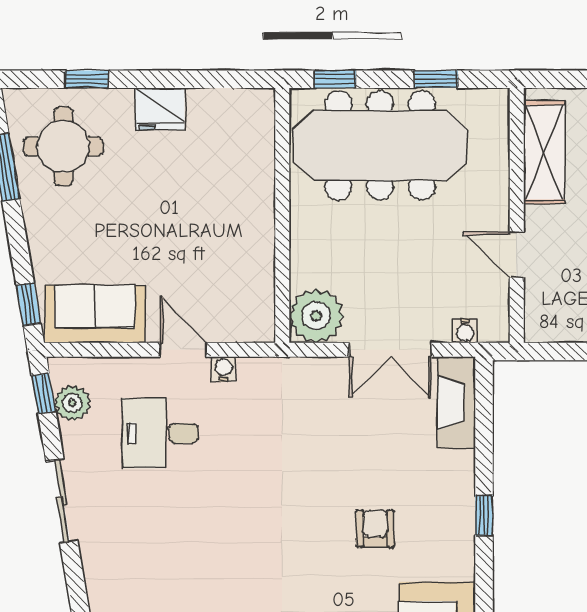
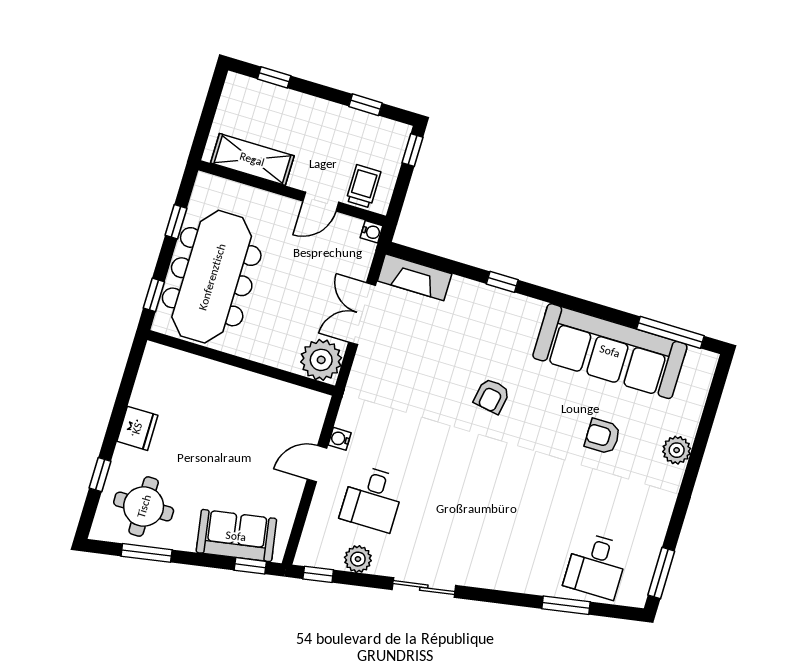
trolley: (552, 303) -> (363, 186), added
sofa: (95, 314) -> (236, 536), moved, turned 80
water cooler: (465, 331) -> (372, 232), moved
double door: (390, 350) -> (362, 314), swing flipped
plant: (72, 403) -> (358, 559), moved
sliding door: (62, 501) -> (424, 588), moved
armchair: (375, 529) -> (492, 396), moved, turned -80

